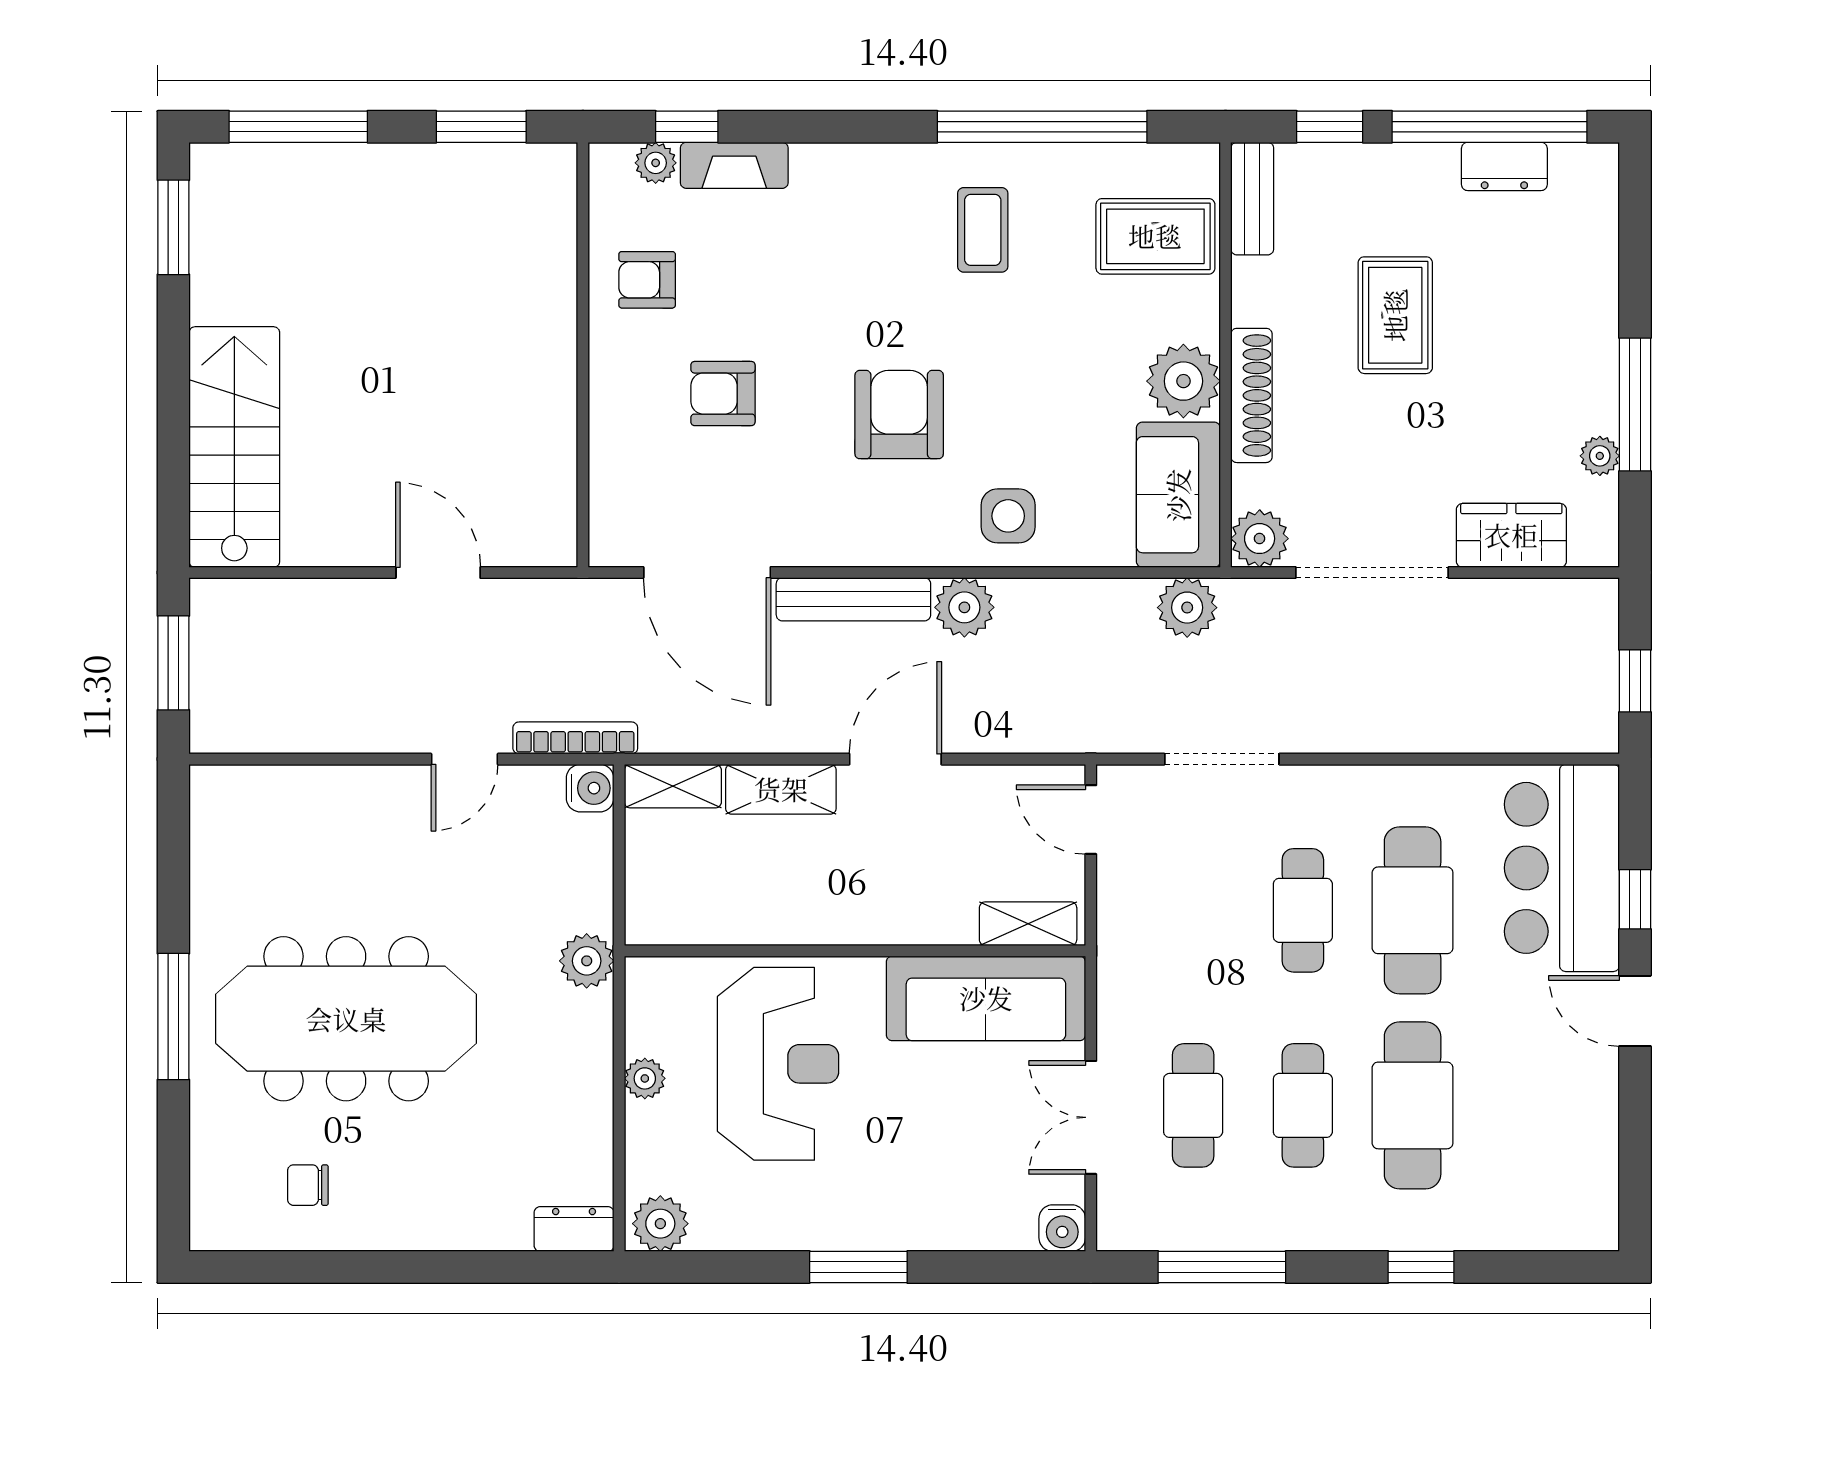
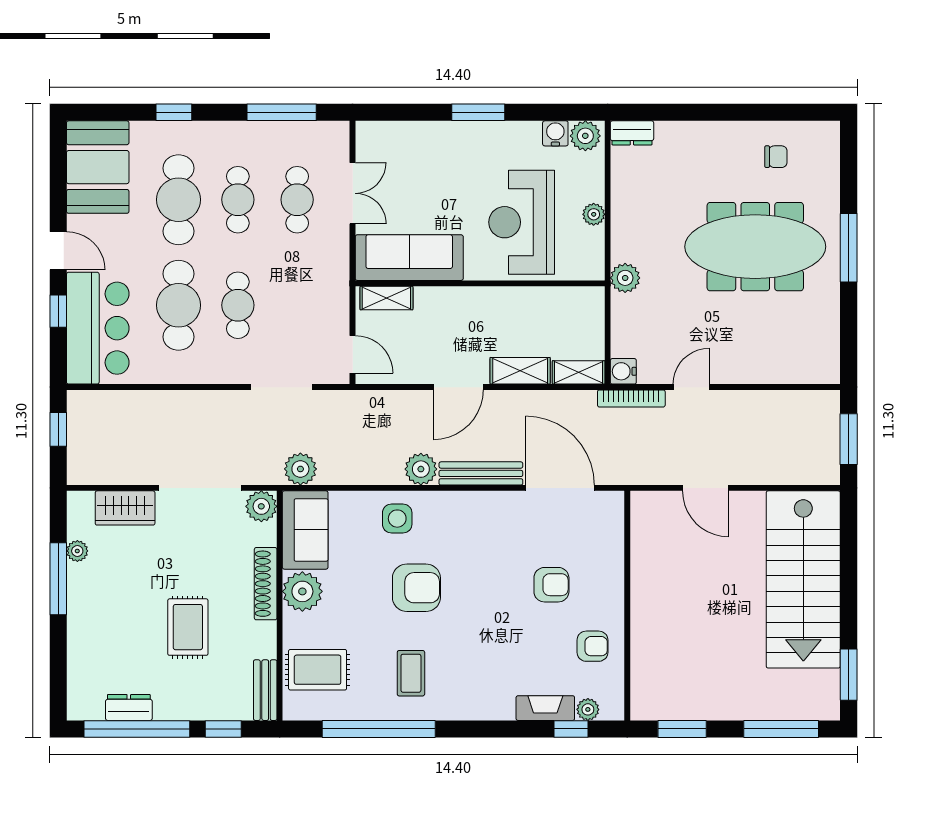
armchair: (899, 415) -> (416, 588), moved, turned -90
stairs: (234, 447) -> (803, 579), width x1.36, depth x1.51
booth: (1562, 1166) -> (98, 167), added
water cooler: (1062, 1228) -> (555, 133), moved

